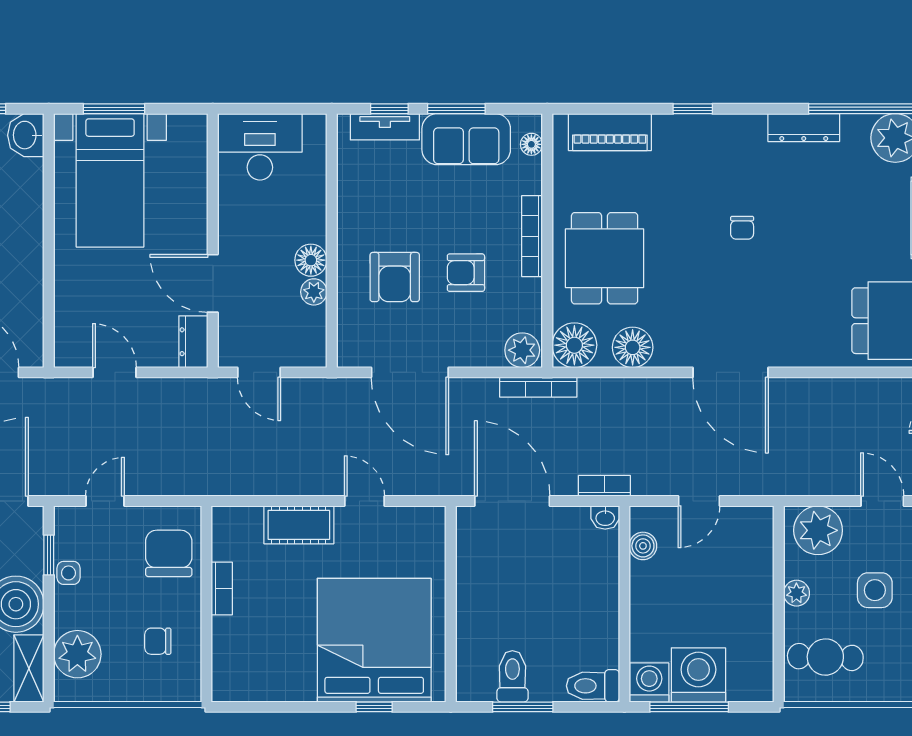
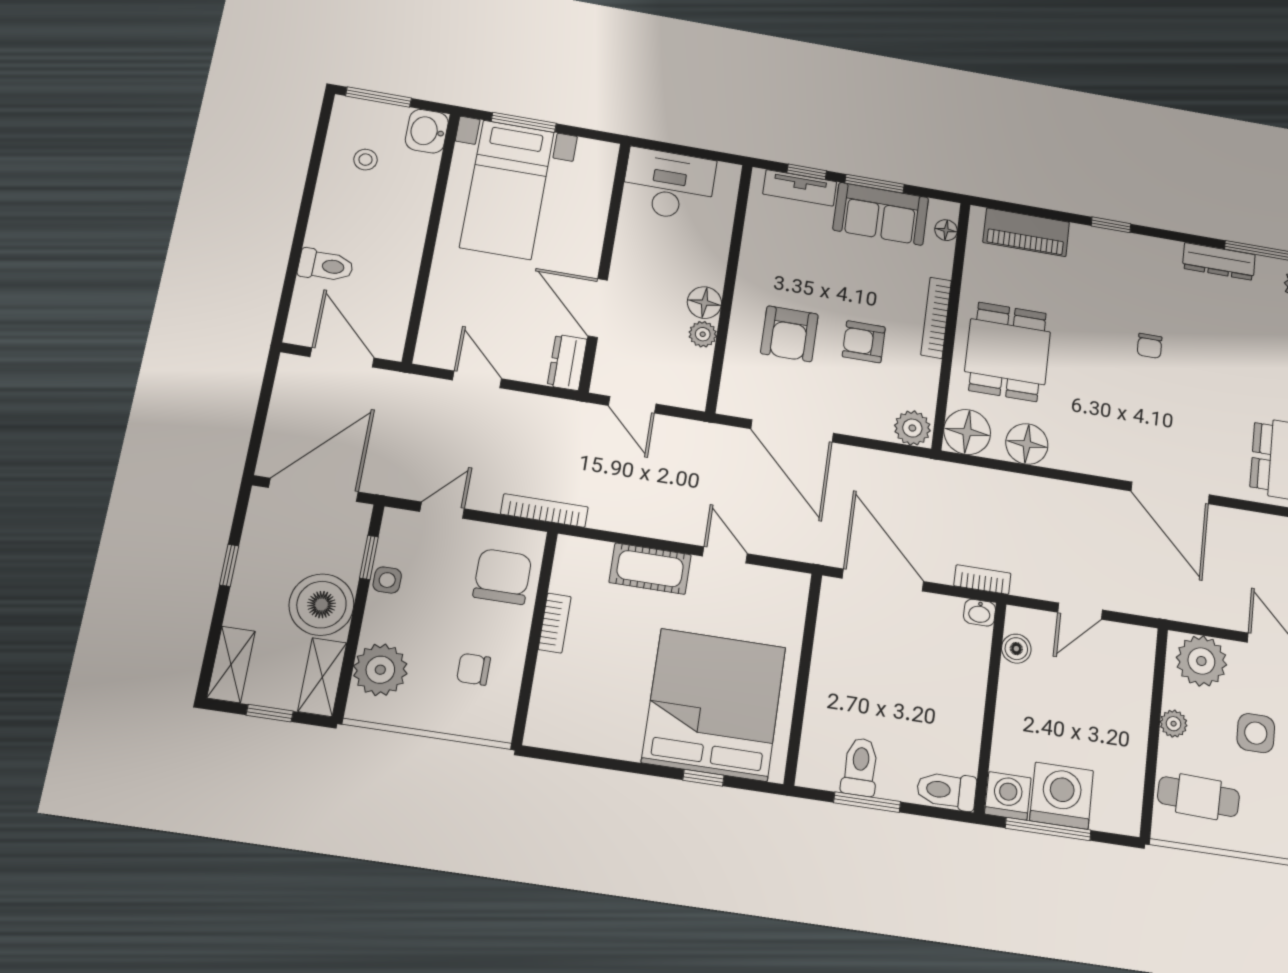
door: (730, 372) -> (1170, 493), moved
bookcase: (538, 387) -> (544, 511), moved, turned 180

